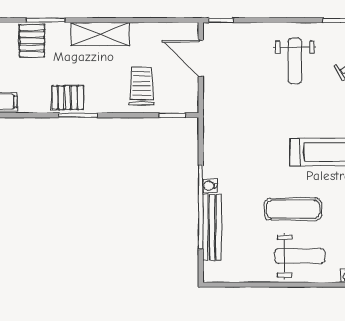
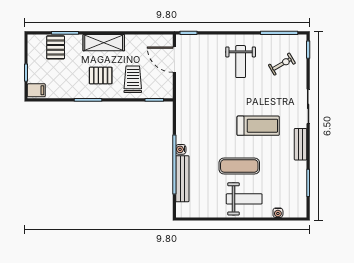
pallet: (68, 98) -> (101, 75), moved

